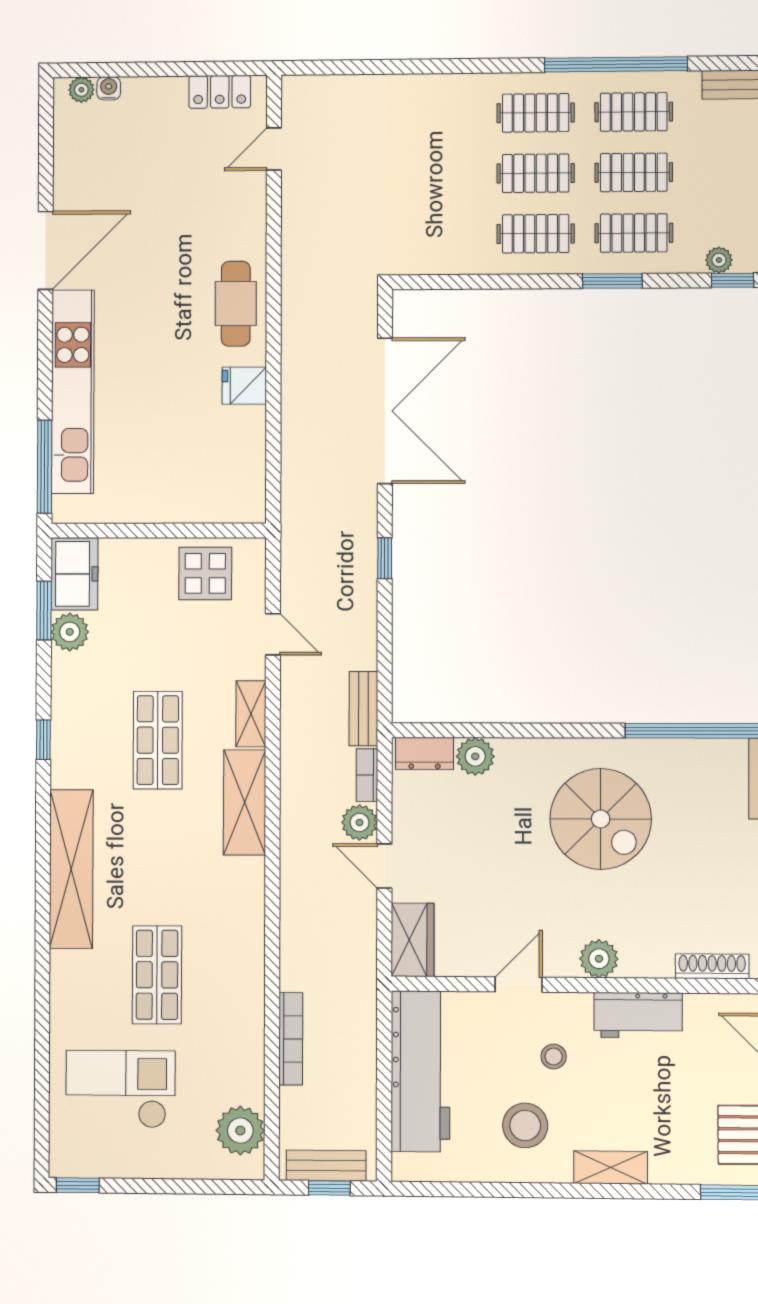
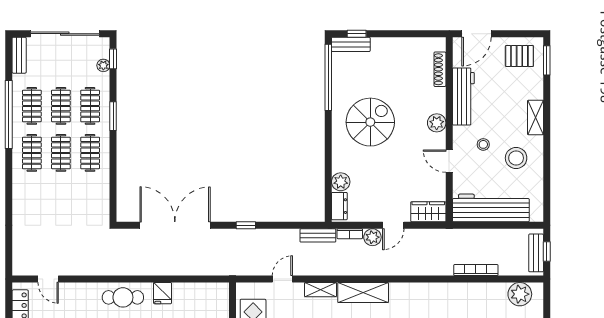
workbench: (638, 1015) -> (463, 97), width x1.37

